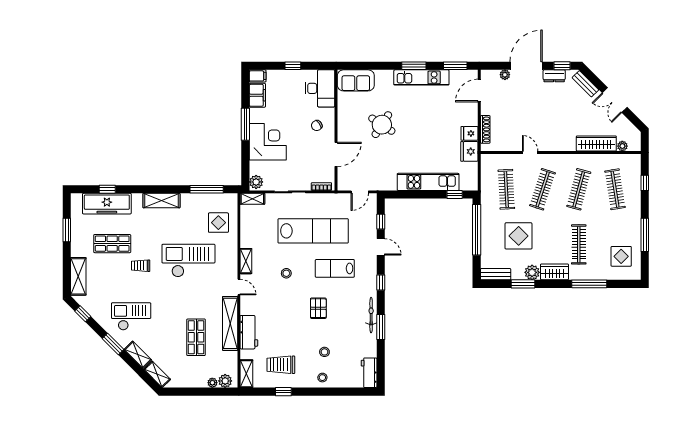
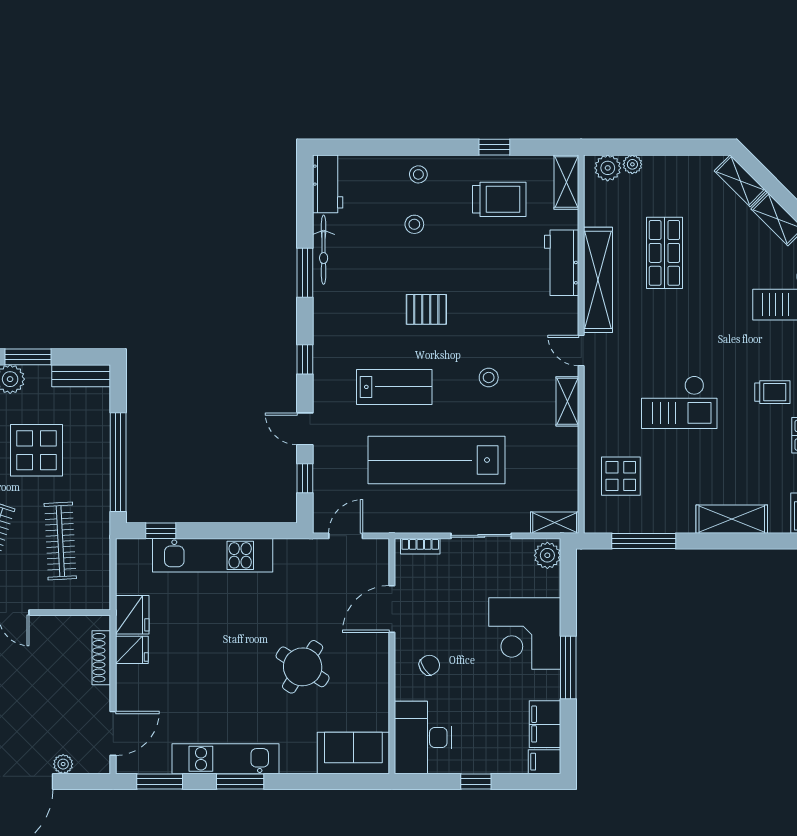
checkout: (188, 261) -> (679, 402), width x0.73, depth x0.83
pallet: (318, 308) -> (426, 309), turned 90
bicycle: (371, 315) -> (324, 250), moved

